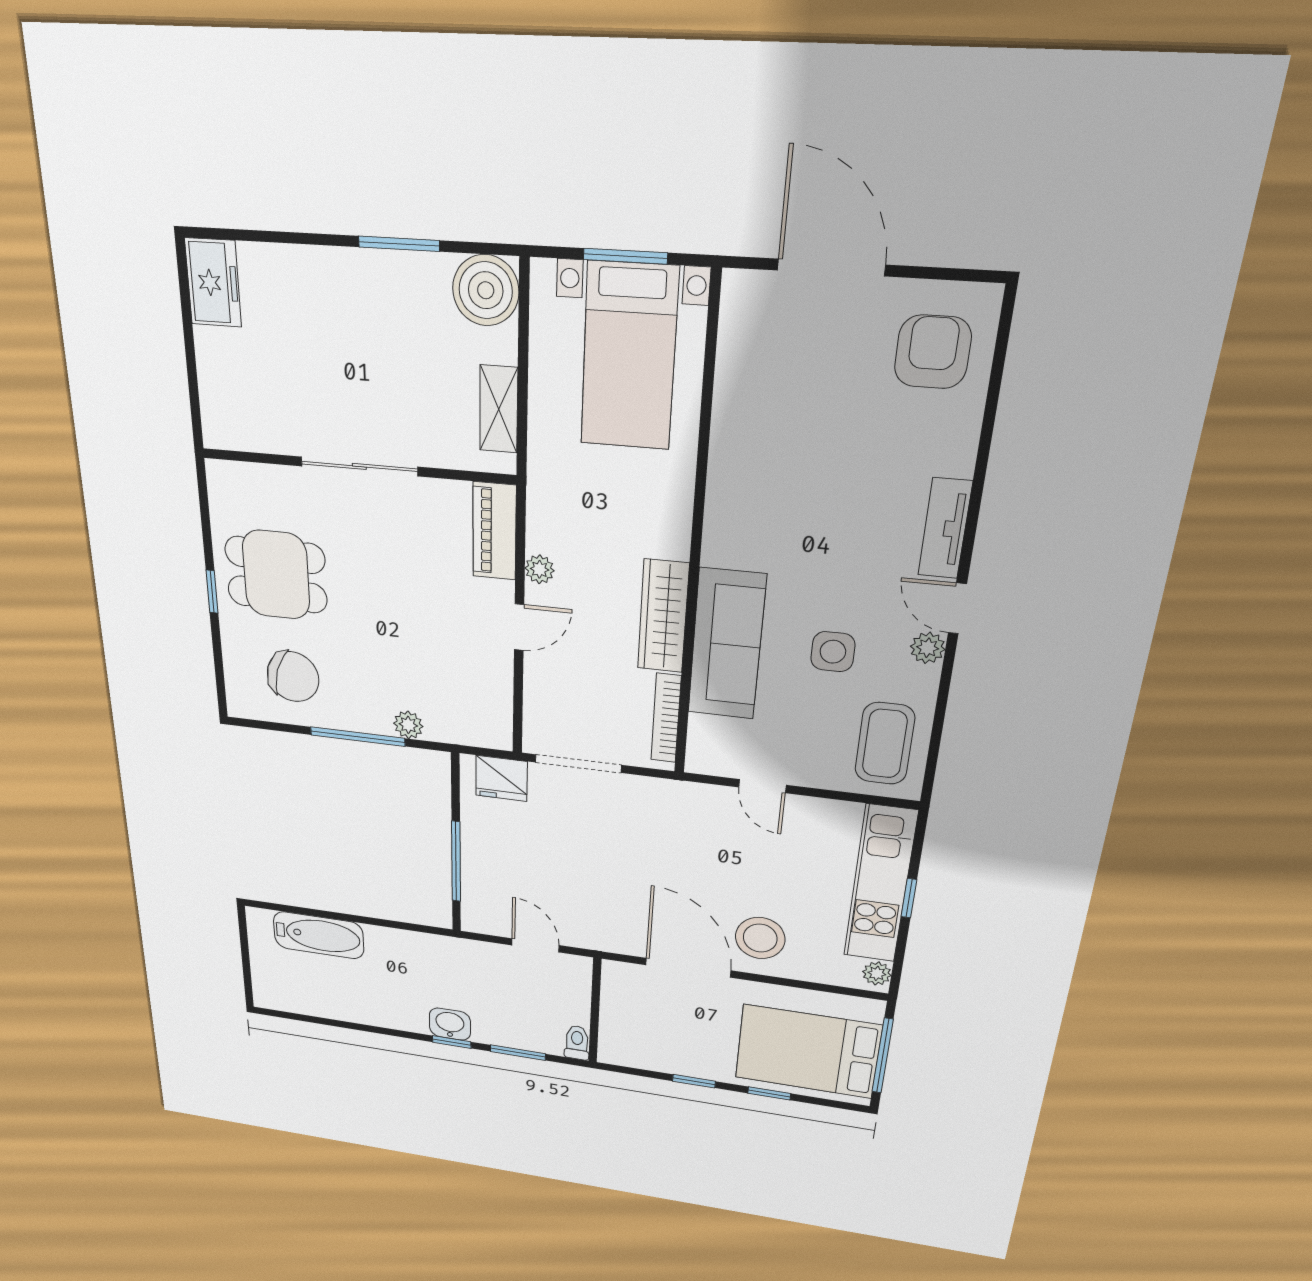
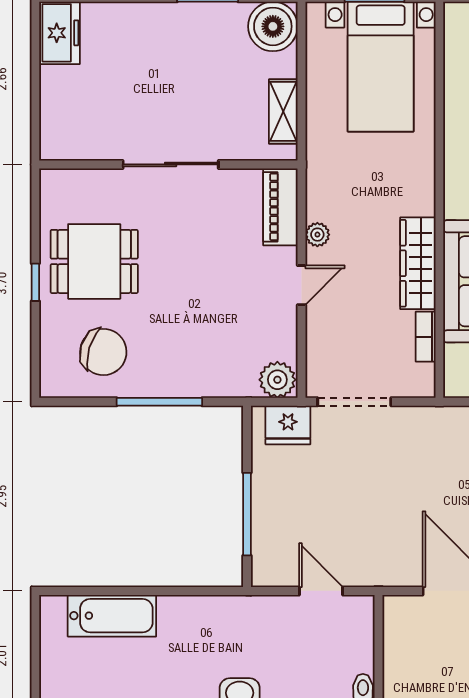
bookcase: (666, 718) -> (426, 337), width x0.64
plant: (408, 725) -> (277, 380), moved, width x1.38, depth x1.38

